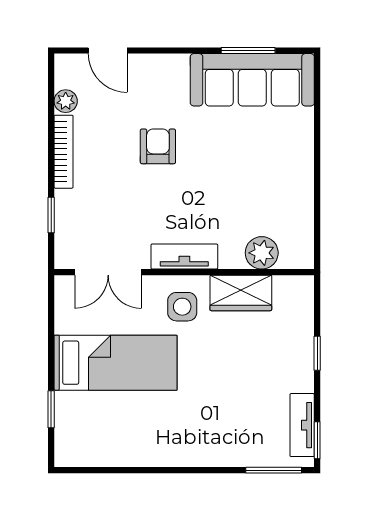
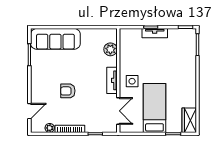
sofa: (252, 80) -> (55, 39), moved, turned 90
wardrobe: (241, 293) -> (189, 120), moved, turned 180
tv unit: (302, 425) -> (155, 33), moved

